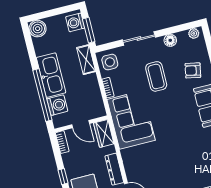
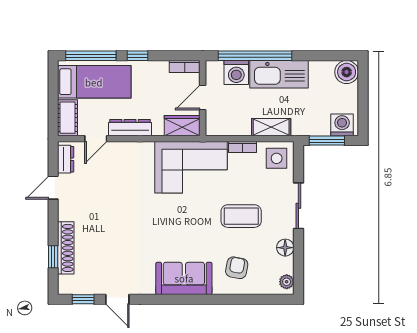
shelving: (86, 60) -> (271, 127), moved

